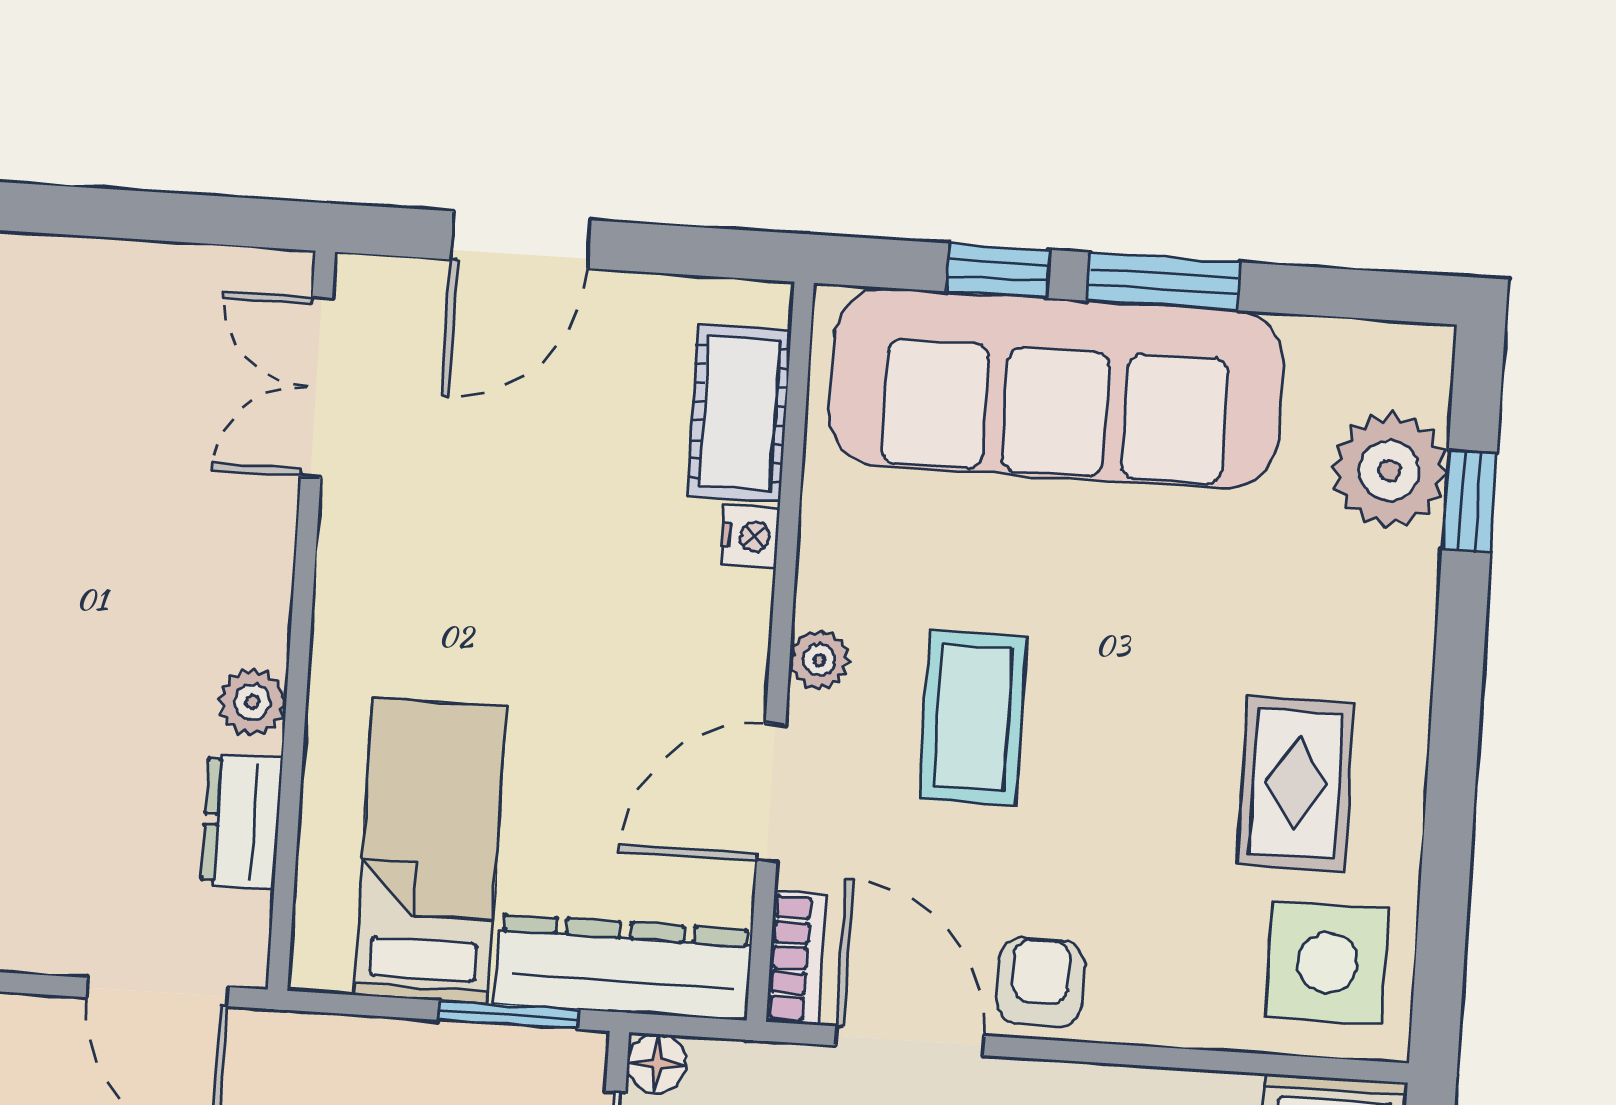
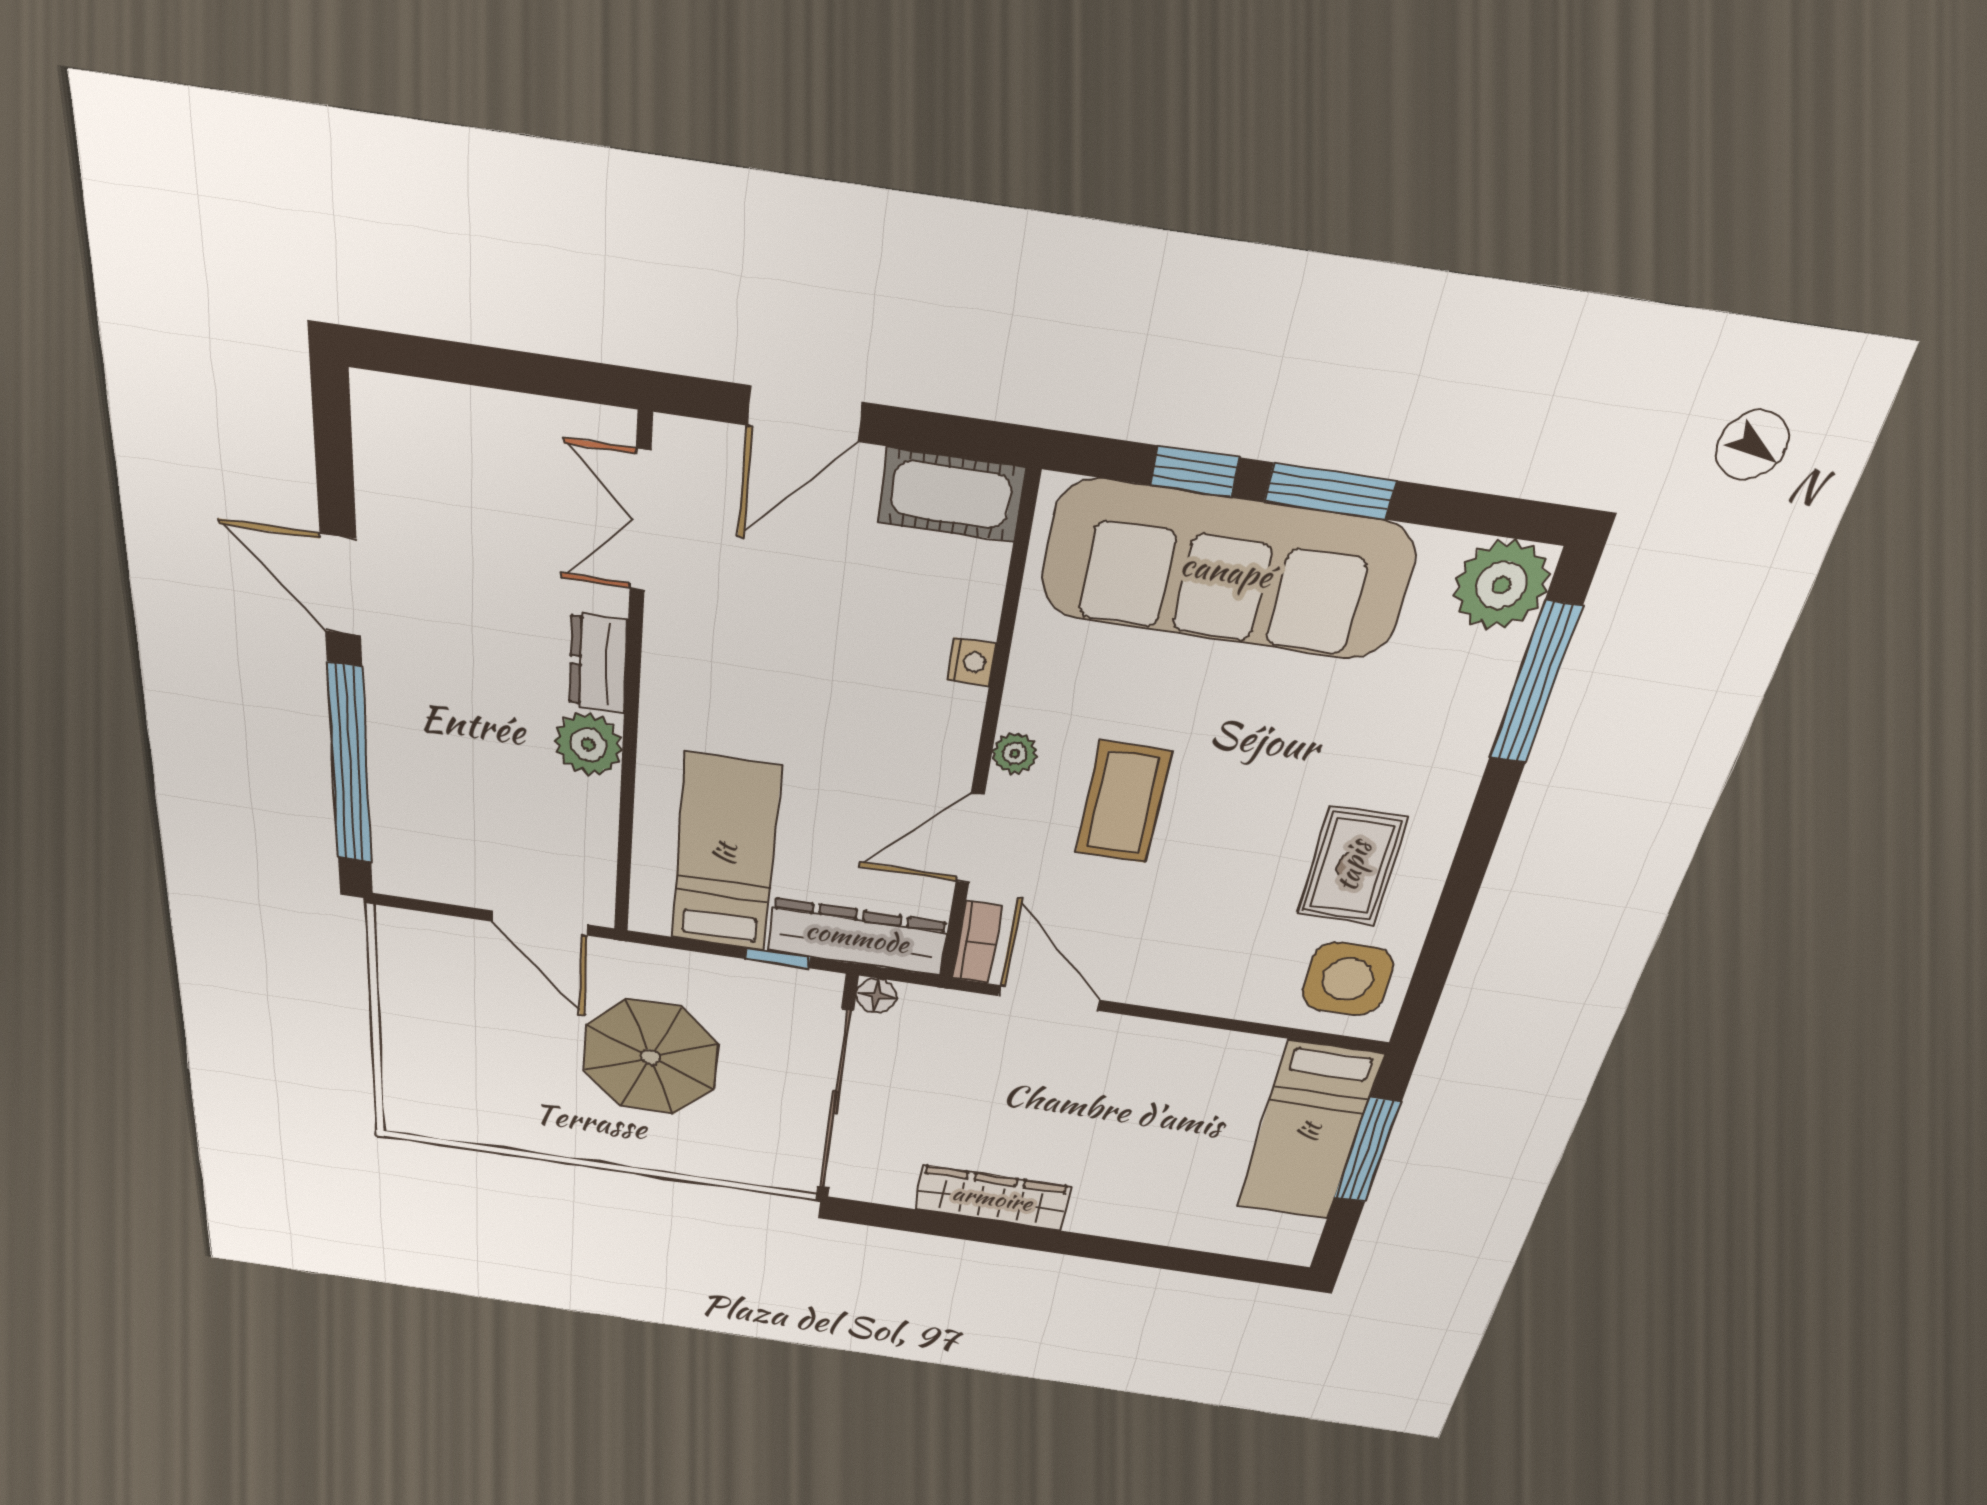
cot: (739, 414) -> (951, 495), moved, turned 90
plant: (1389, 470) -> (1501, 585), moved
window: (1470, 501) -> (1535, 683), width x2.17
plant: (252, 702) -> (588, 744), width x1.38, depth x1.38
dresser: (241, 821) -> (598, 663), moved
armchair: (1040, 982) -> (1145, 972), removed
window: (509, 1015) -> (778, 958), width x0.67

